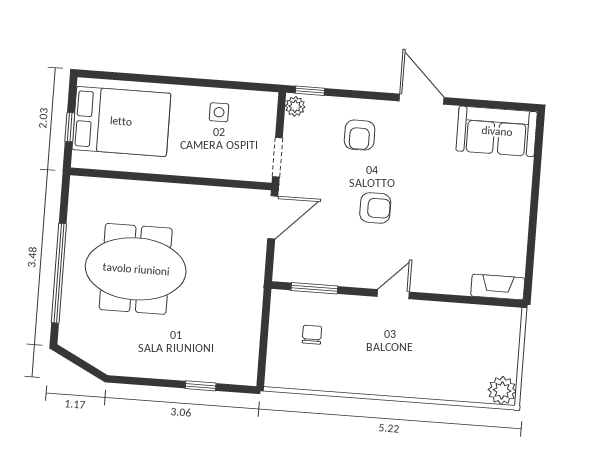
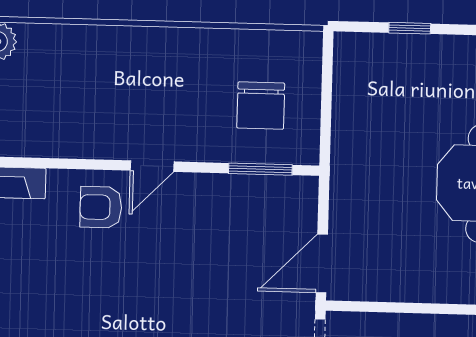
armchair: (375, 208) -> (101, 207), moved
chair: (312, 335) -> (261, 106), width x1.87, depth x1.87

